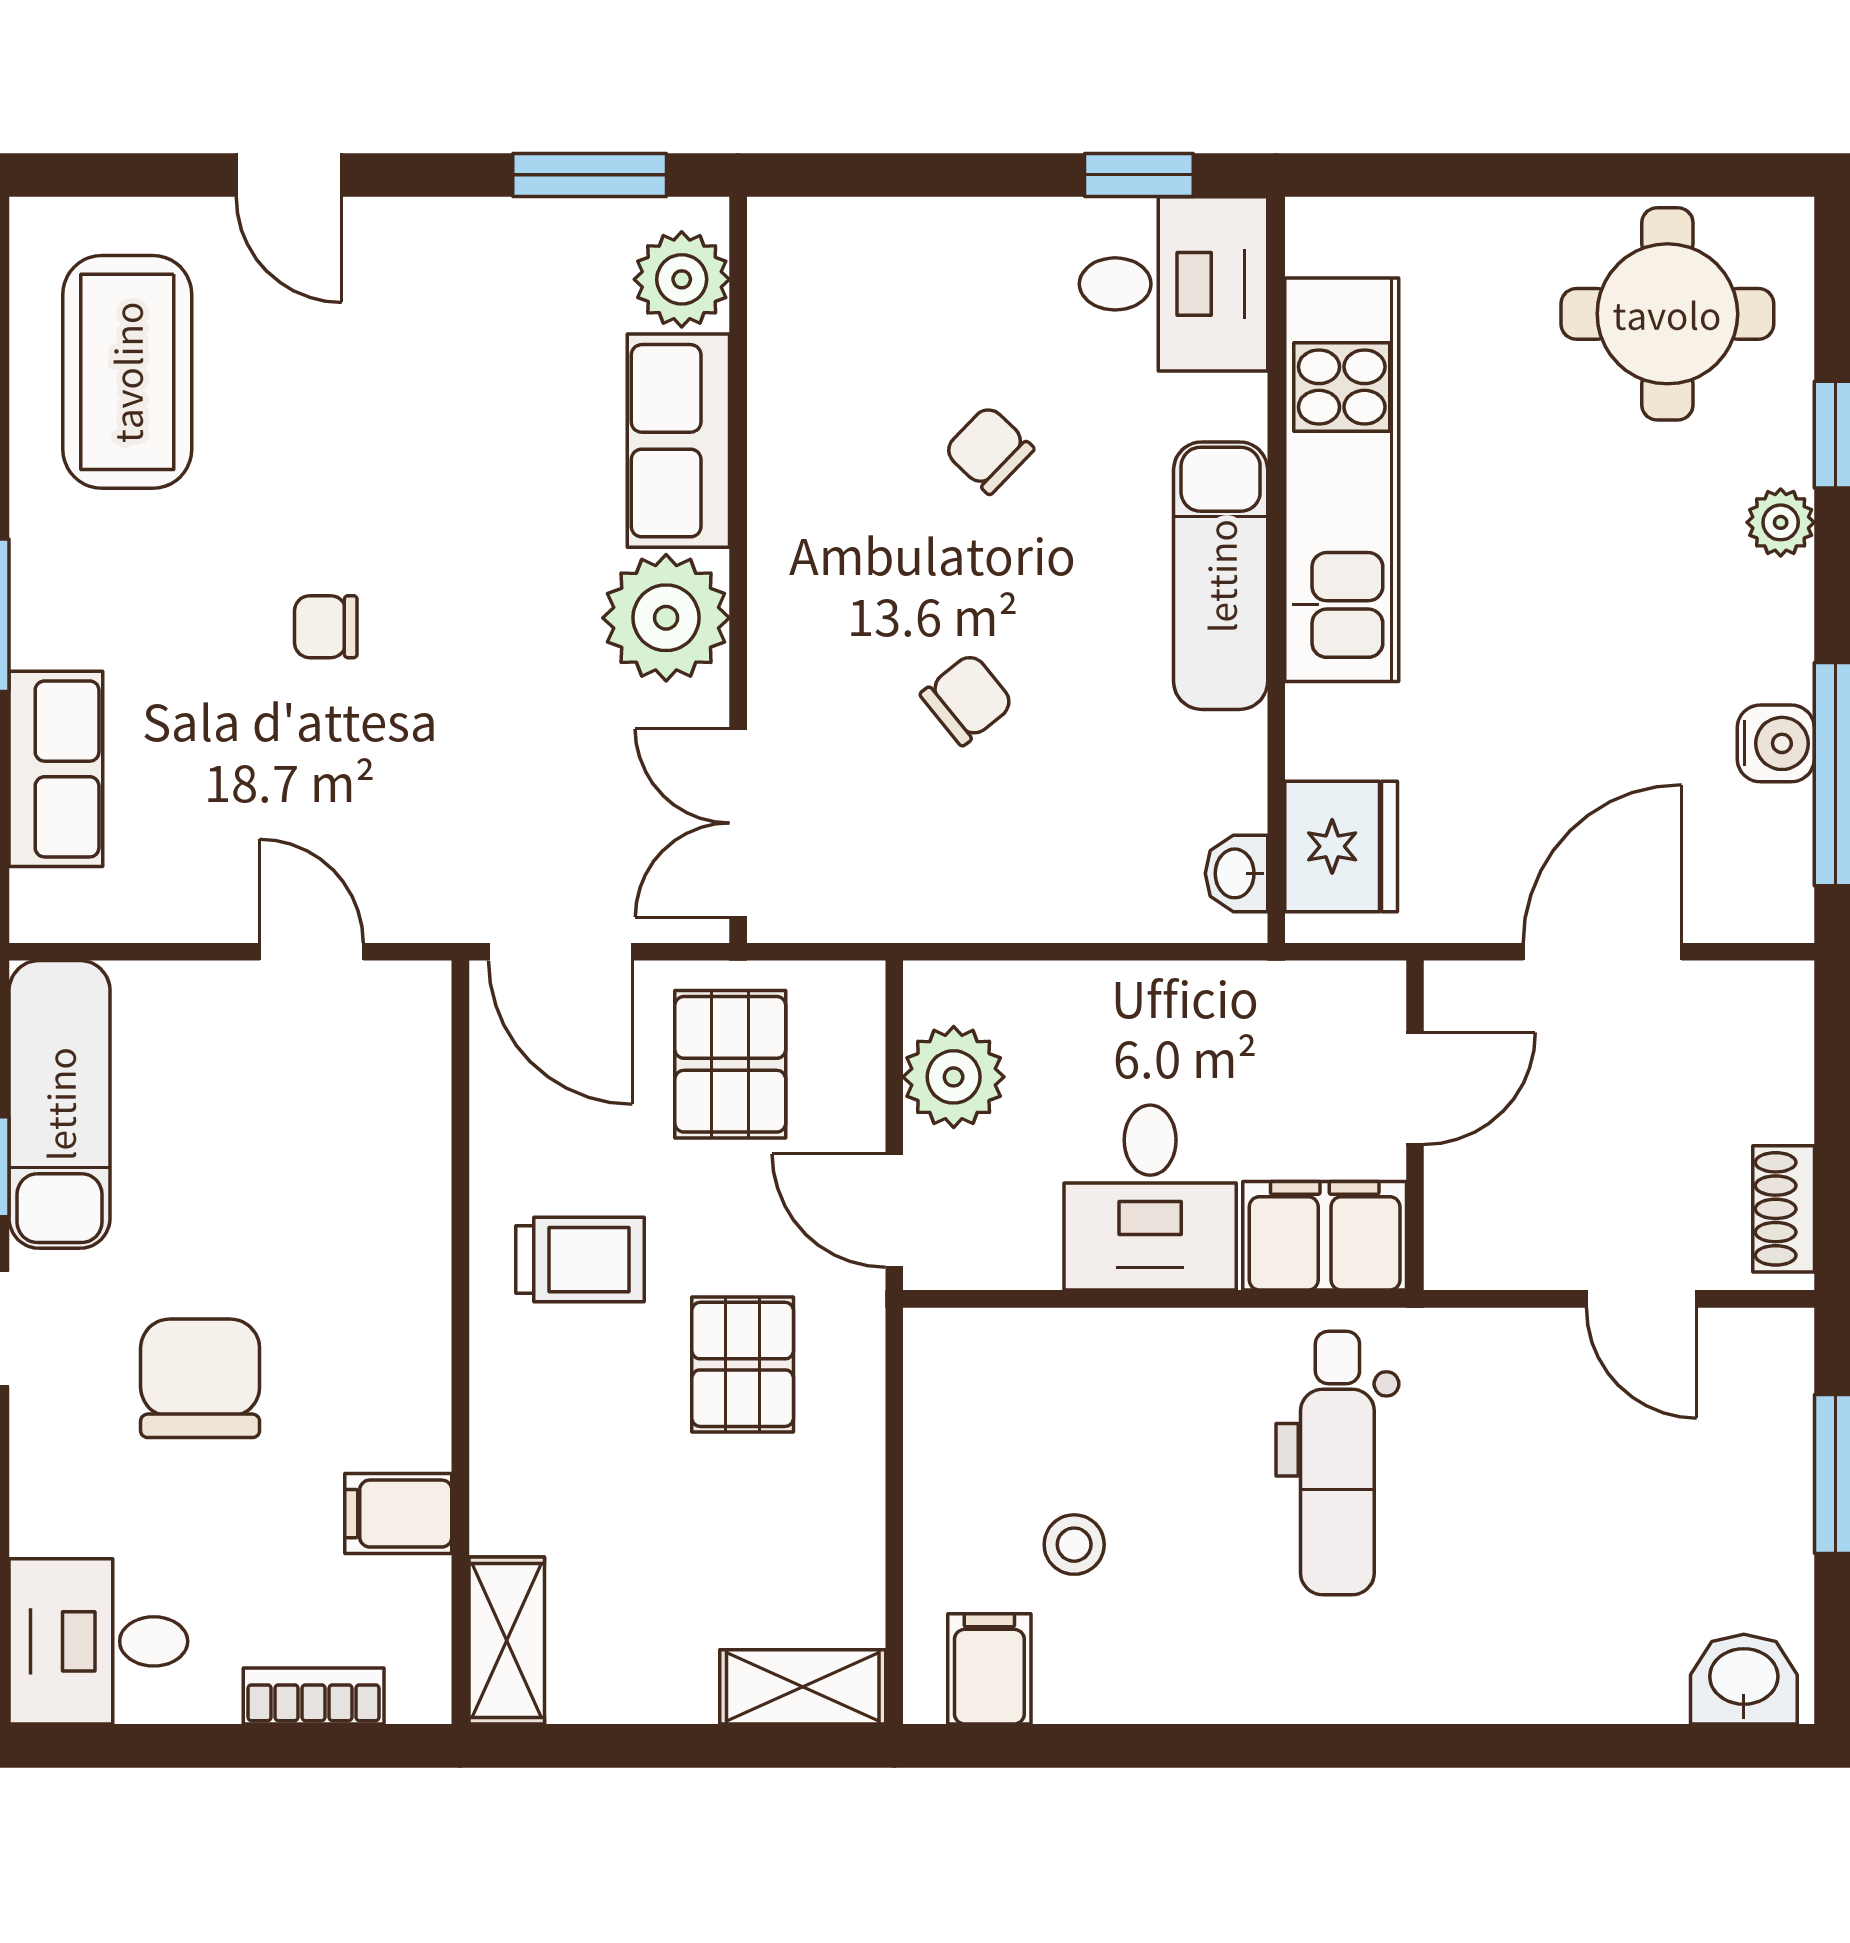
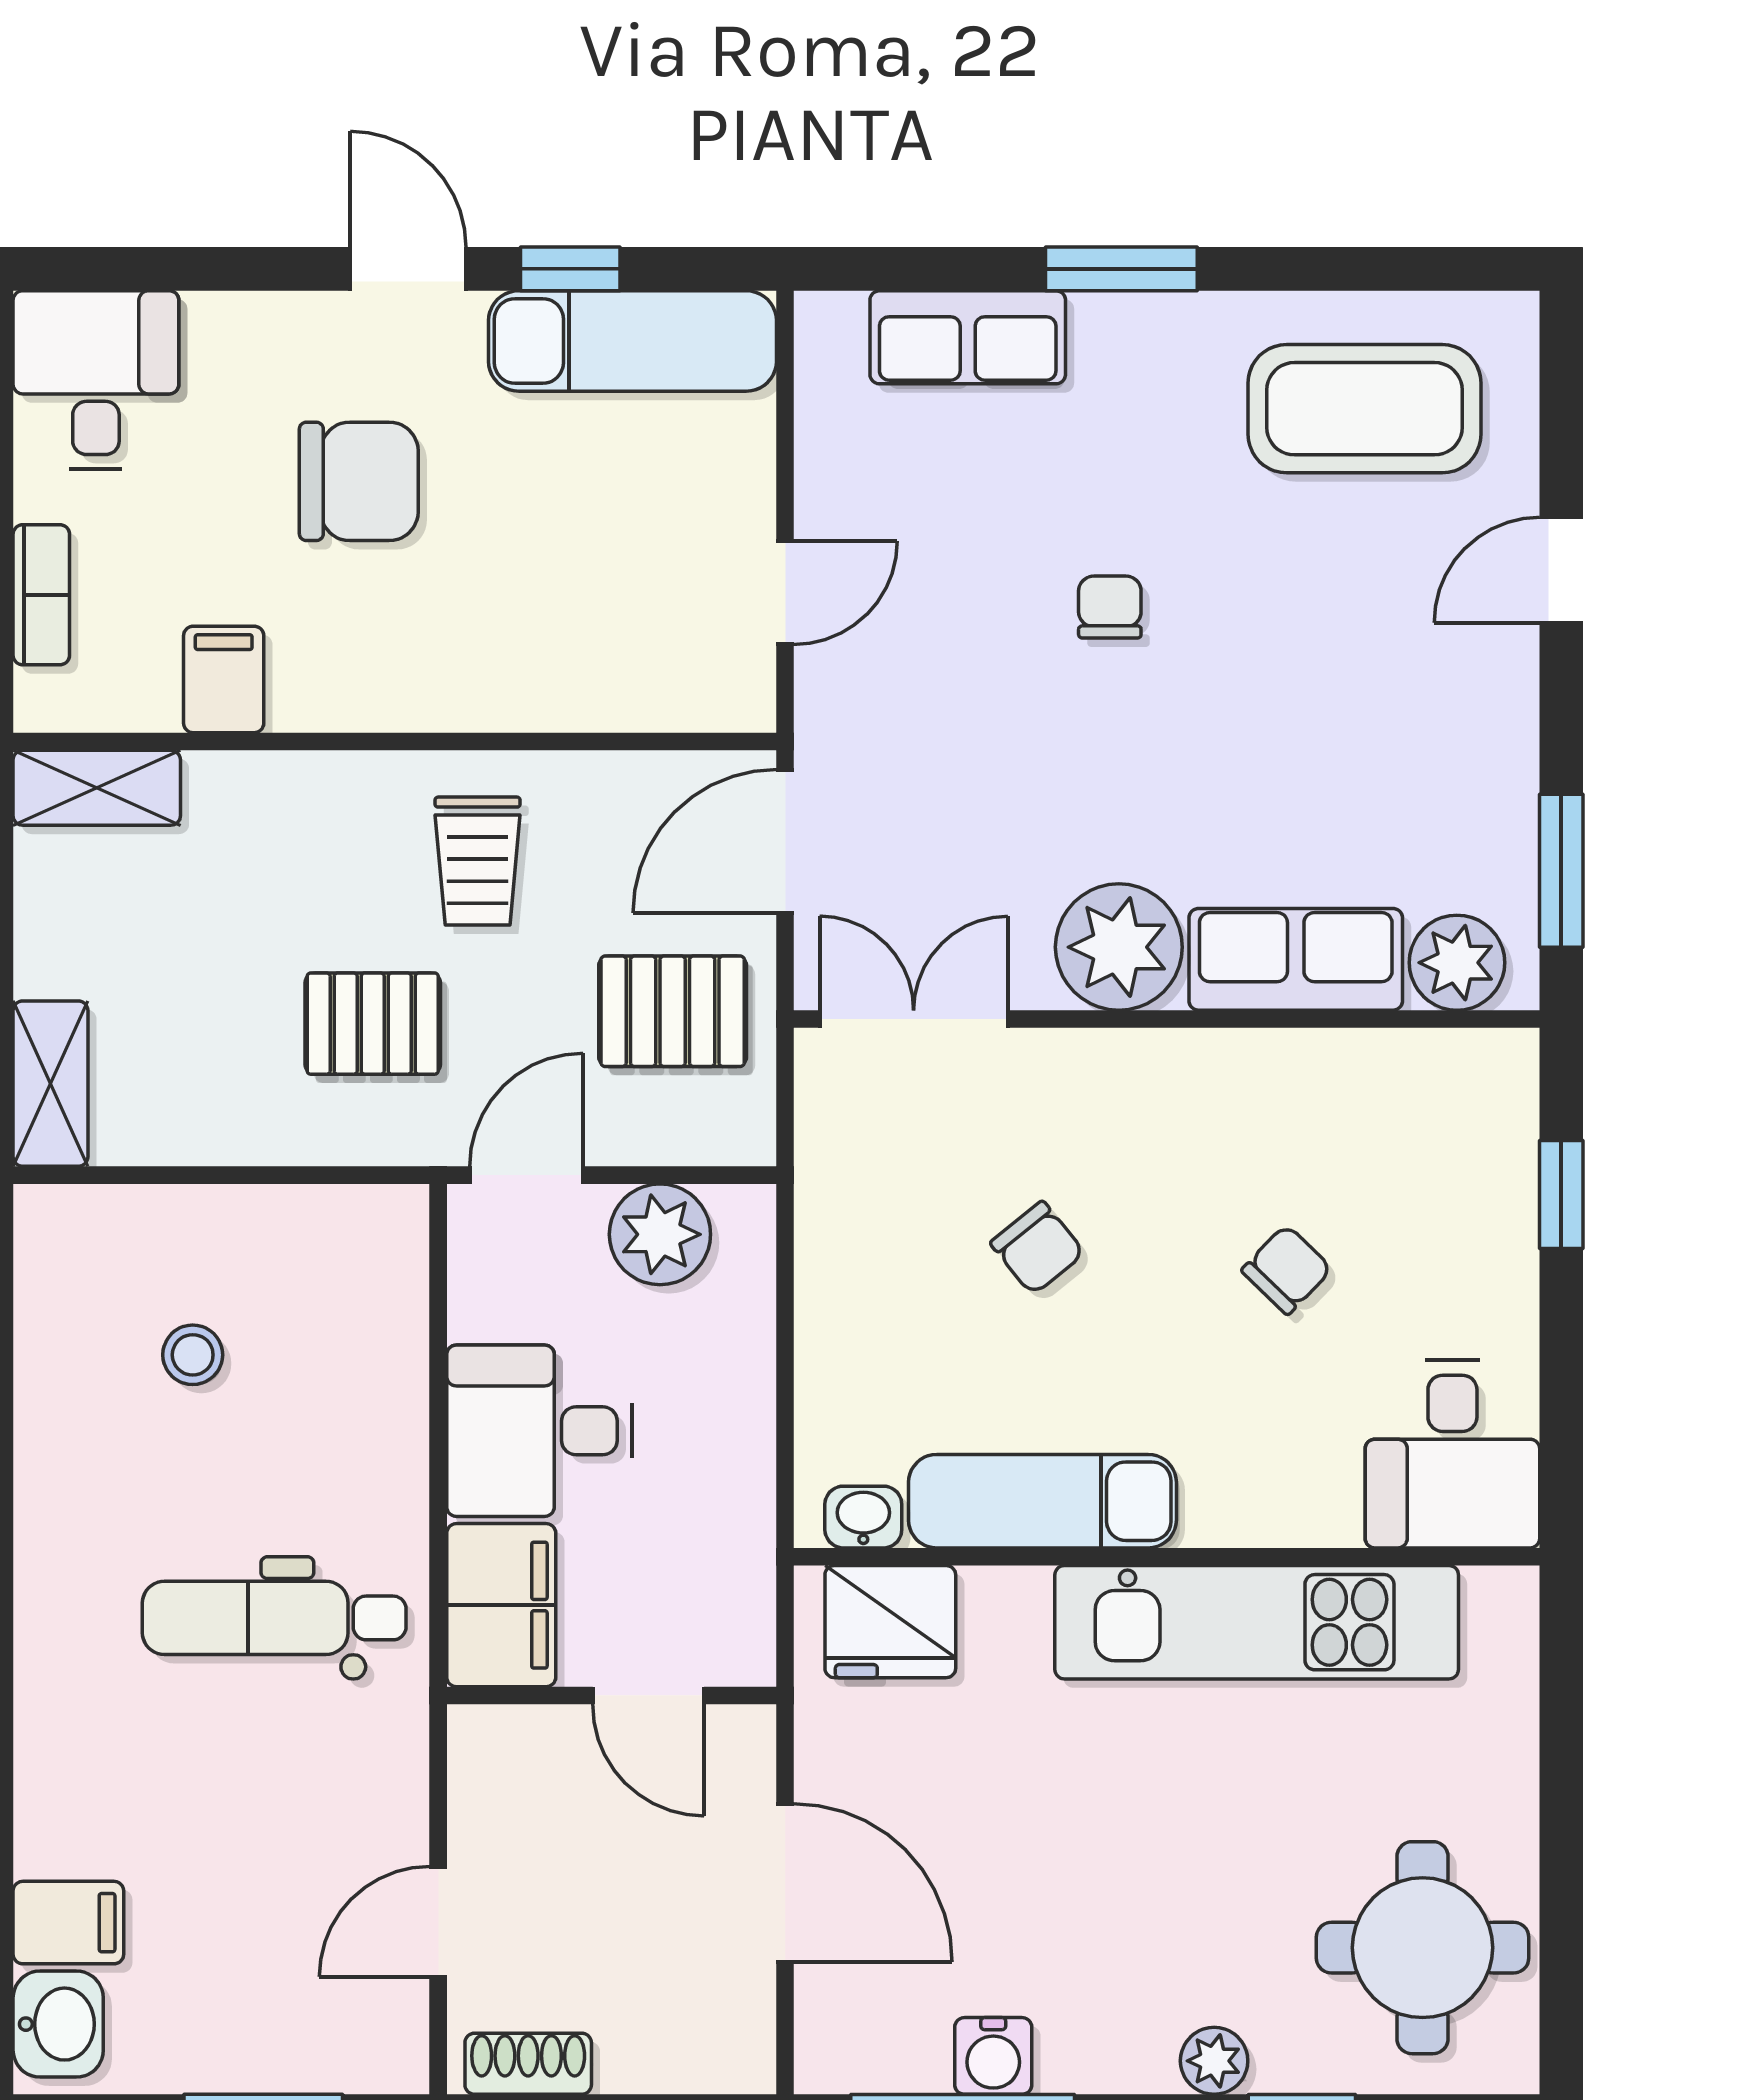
window: (1139, 175) -> (1561, 1195), moved
exam couch: (1221, 576) -> (1042, 1501), moved
filing cabinet: (989, 1669) -> (68, 1923), moved

